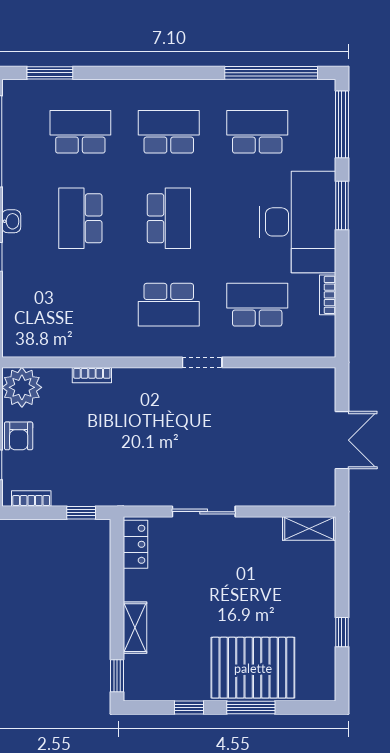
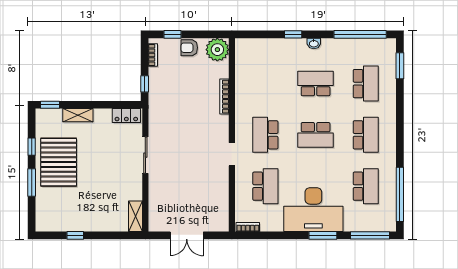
bookcase: (328, 295) -> (248, 227), moved
bookcase: (92, 375) -> (224, 97), width x1.56
pallet: (253, 668) -> (59, 162), moved

